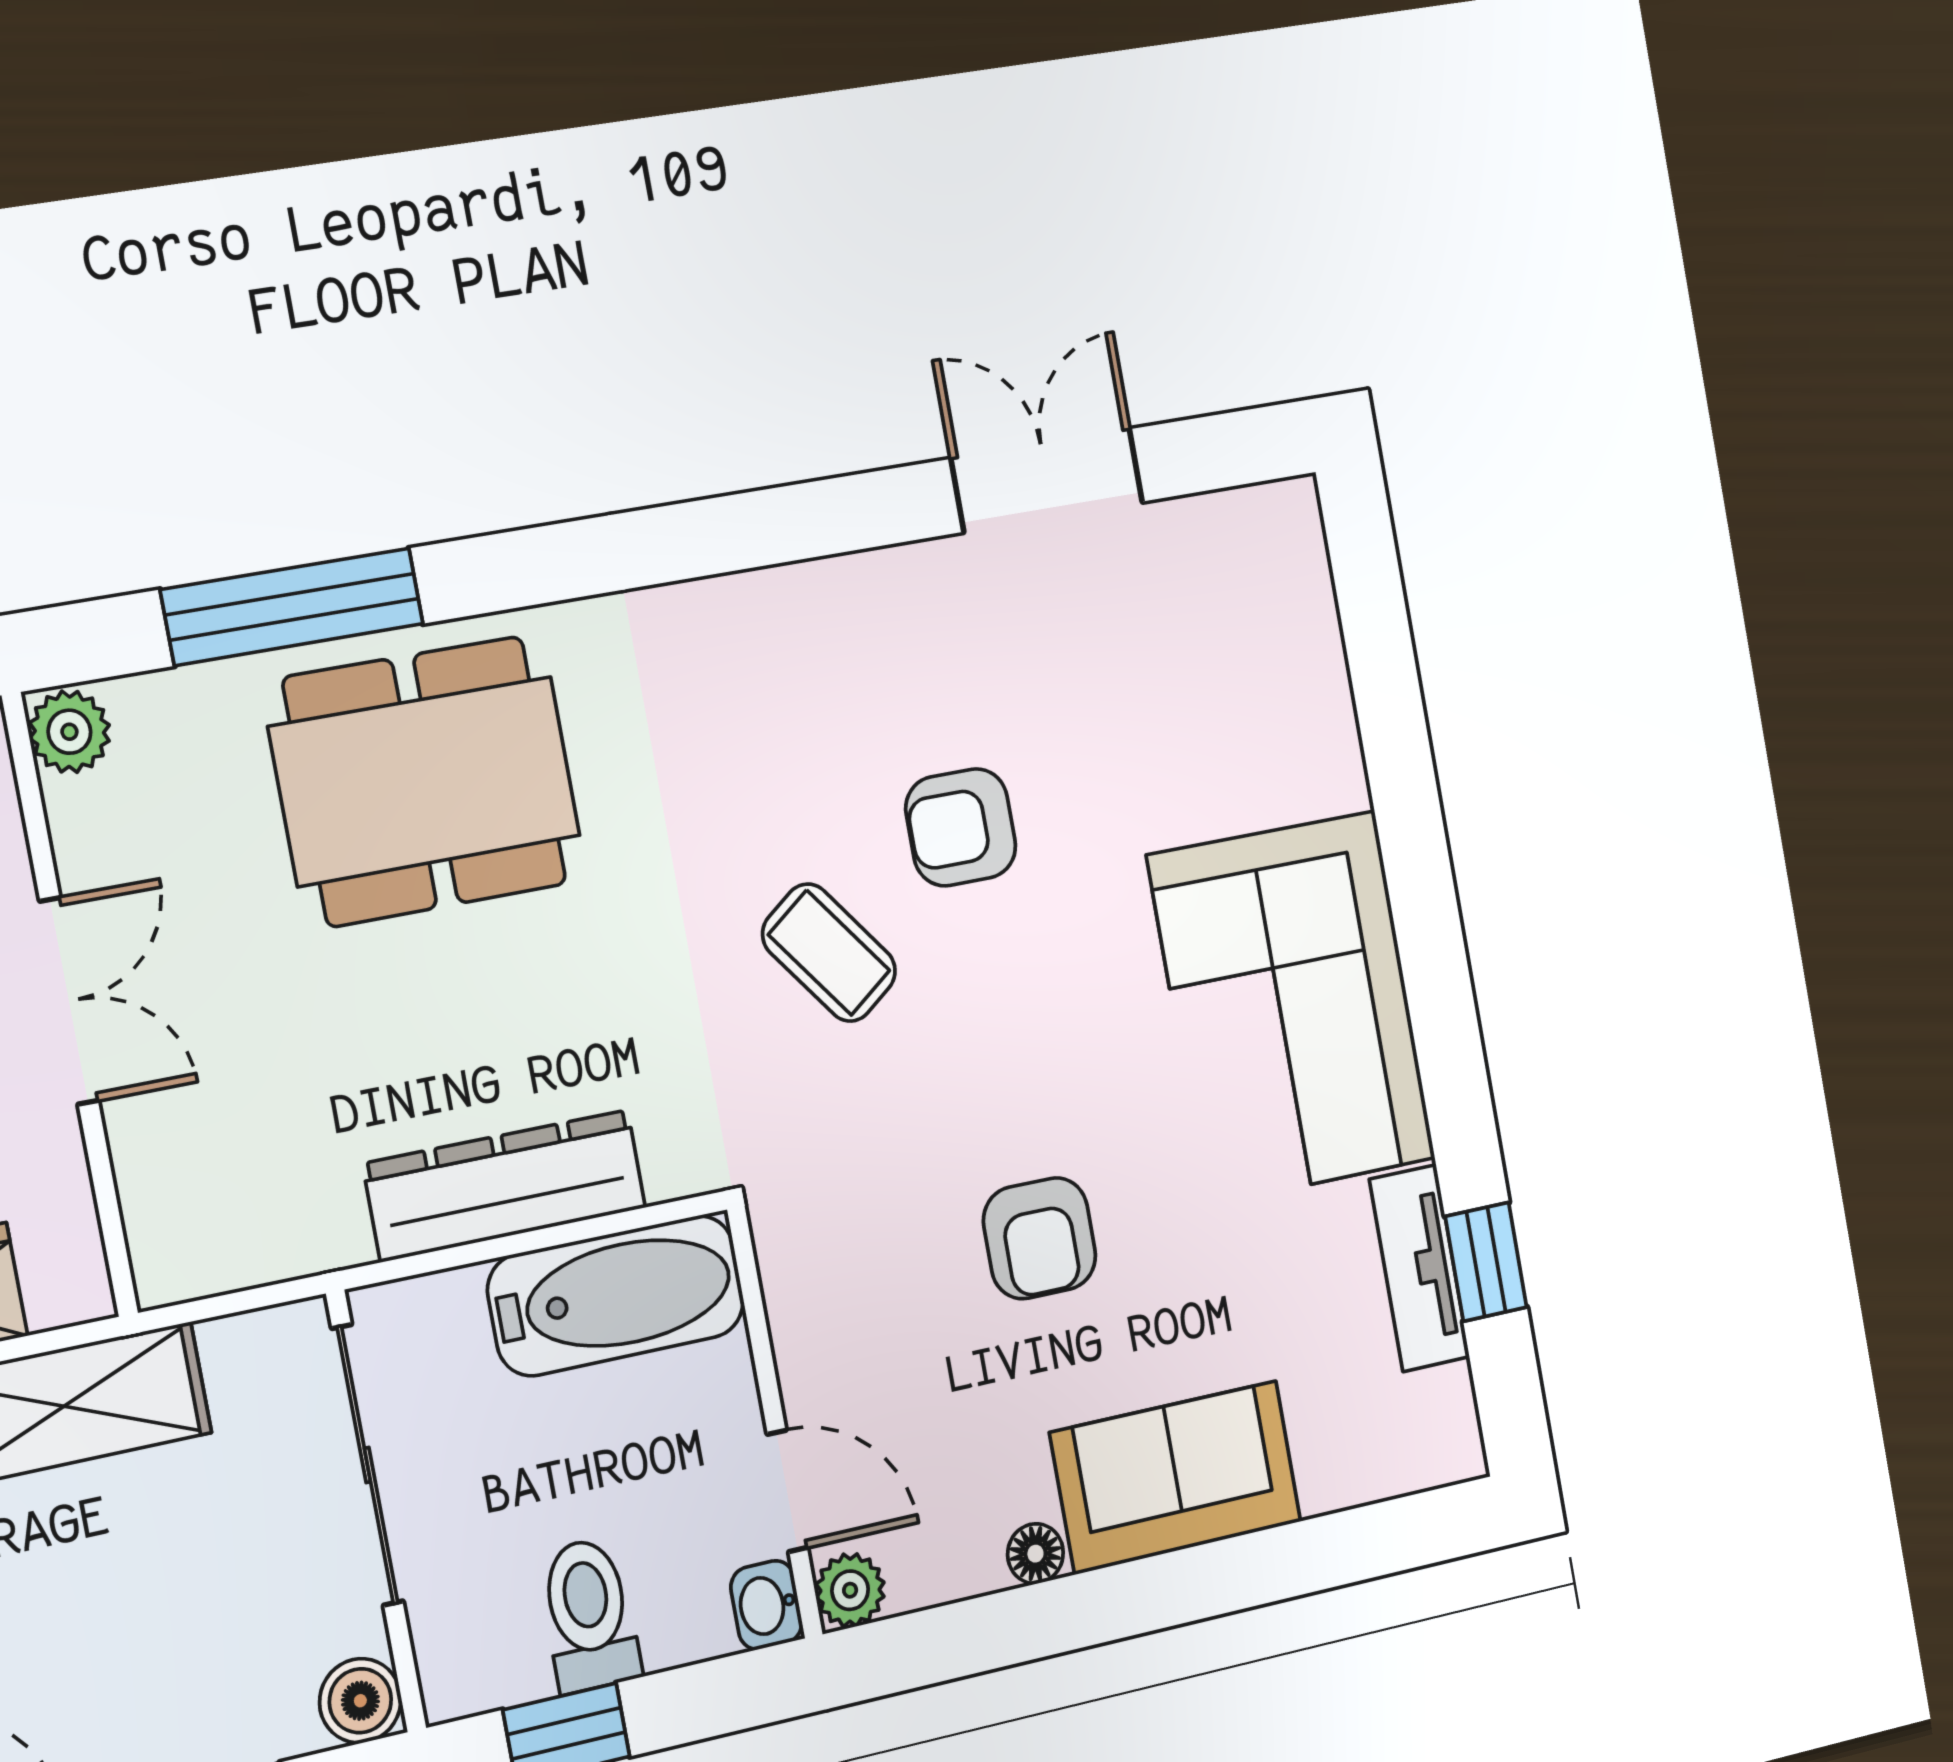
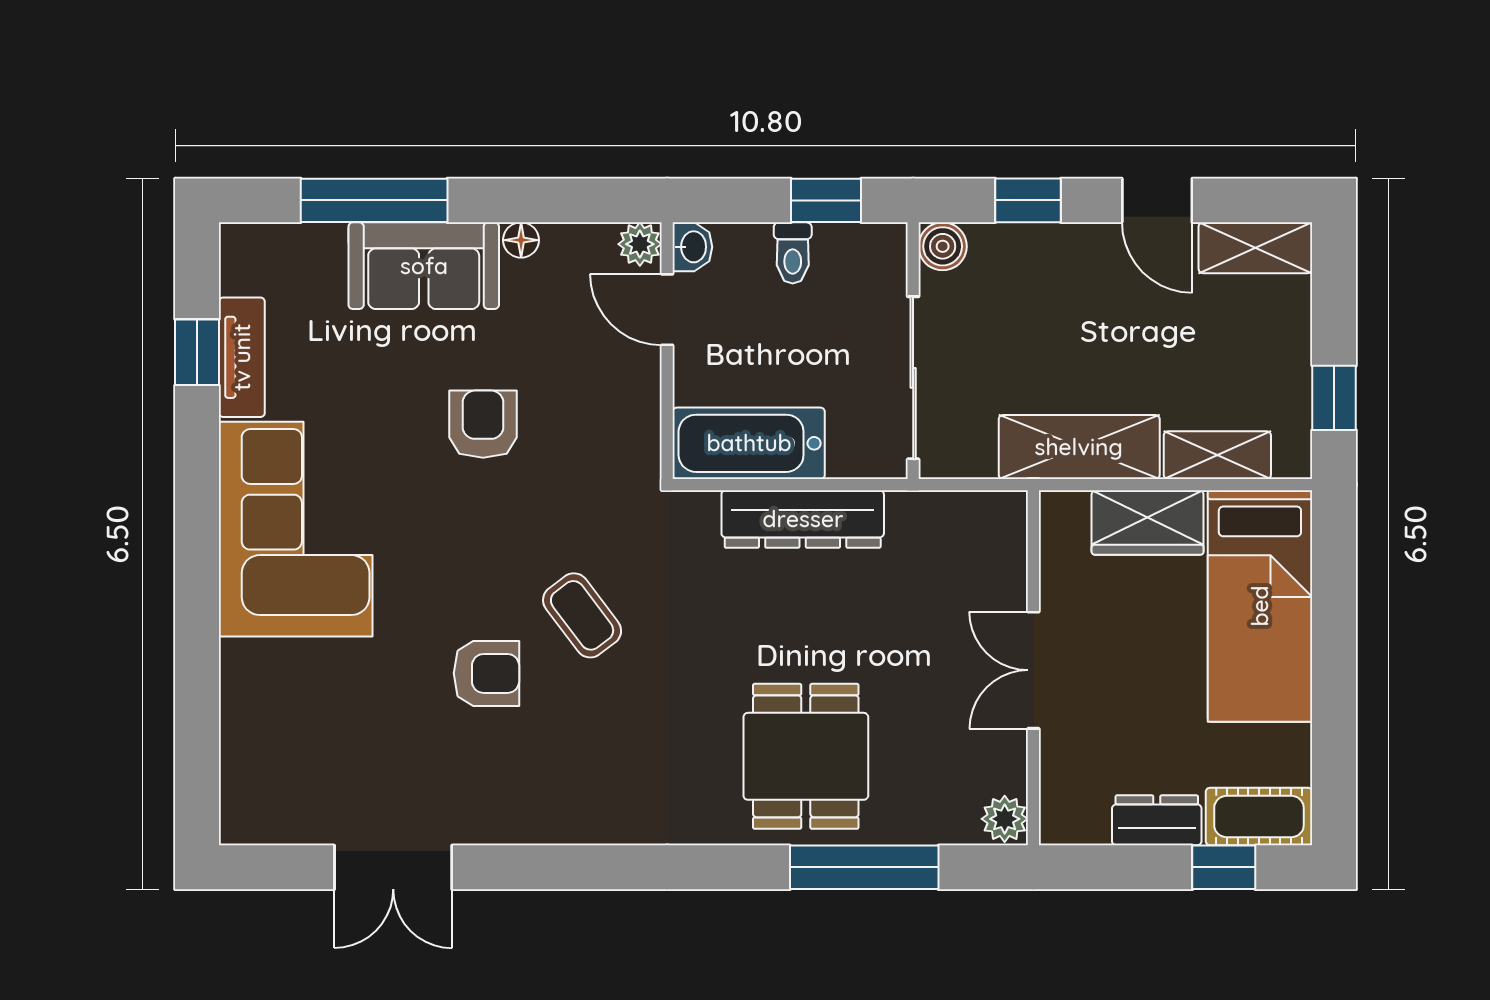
dining table: (425, 781) -> (806, 756), width x0.73
window: (1269, 1566) -> (374, 200), added
toilet: (589, 1615) -> (793, 253), width x0.73, depth x0.72

